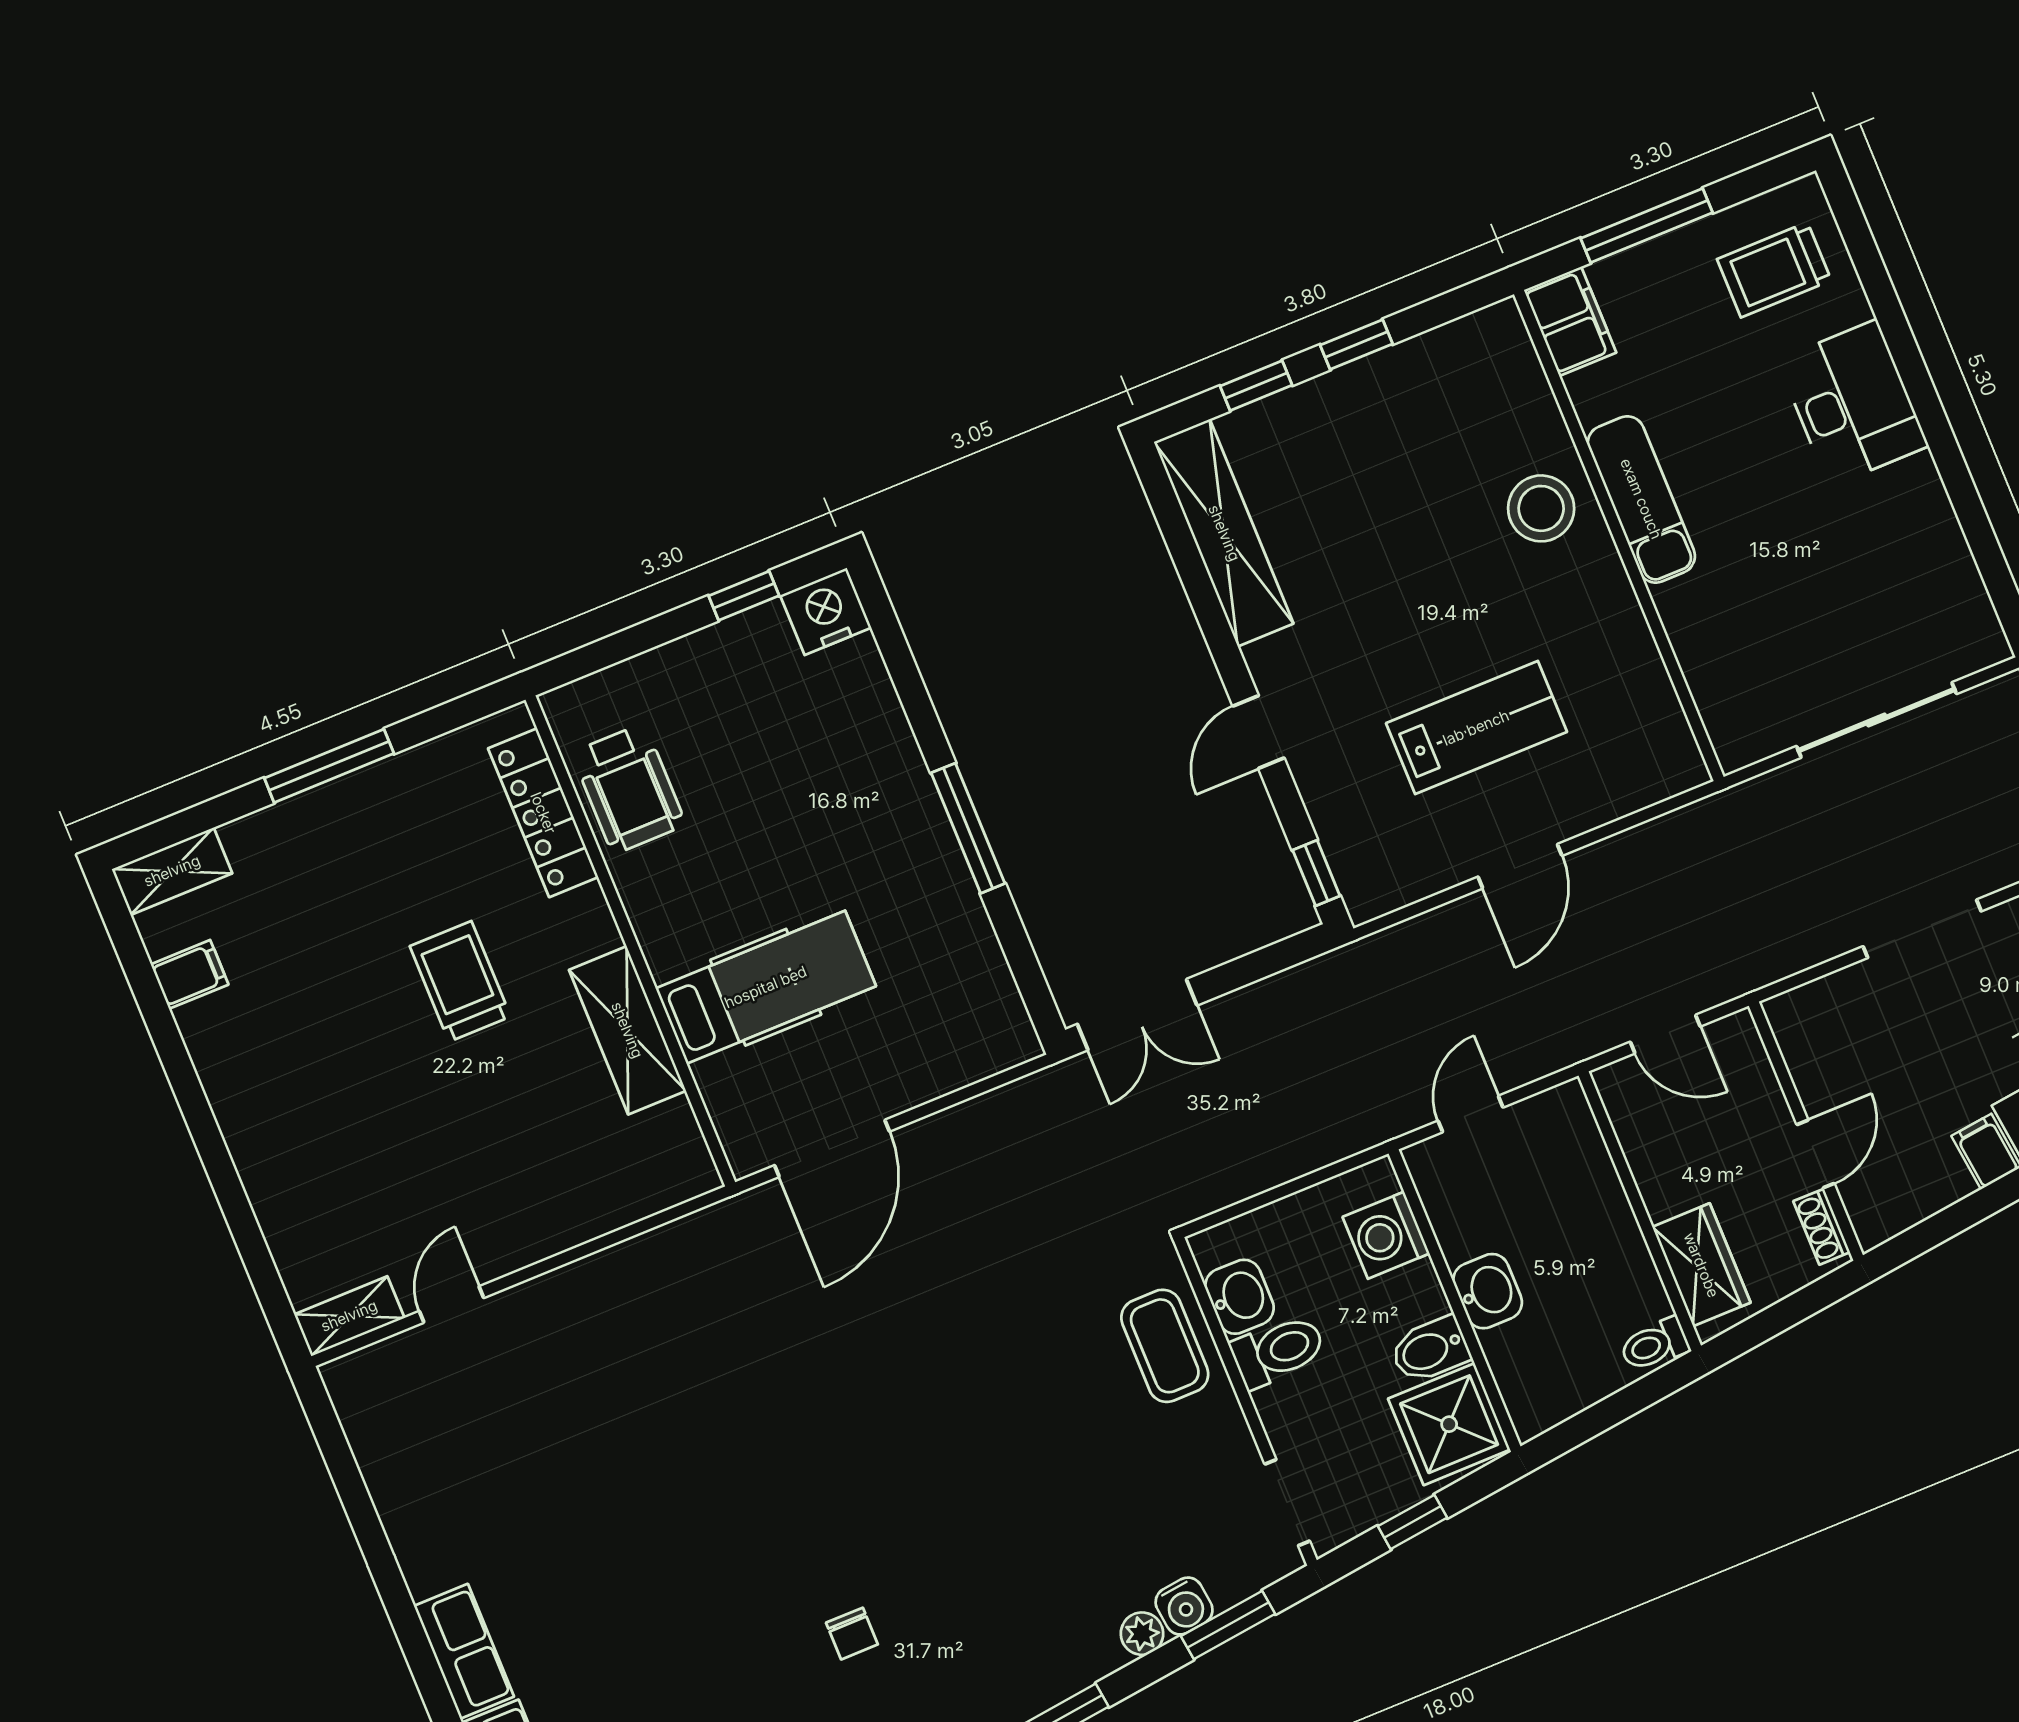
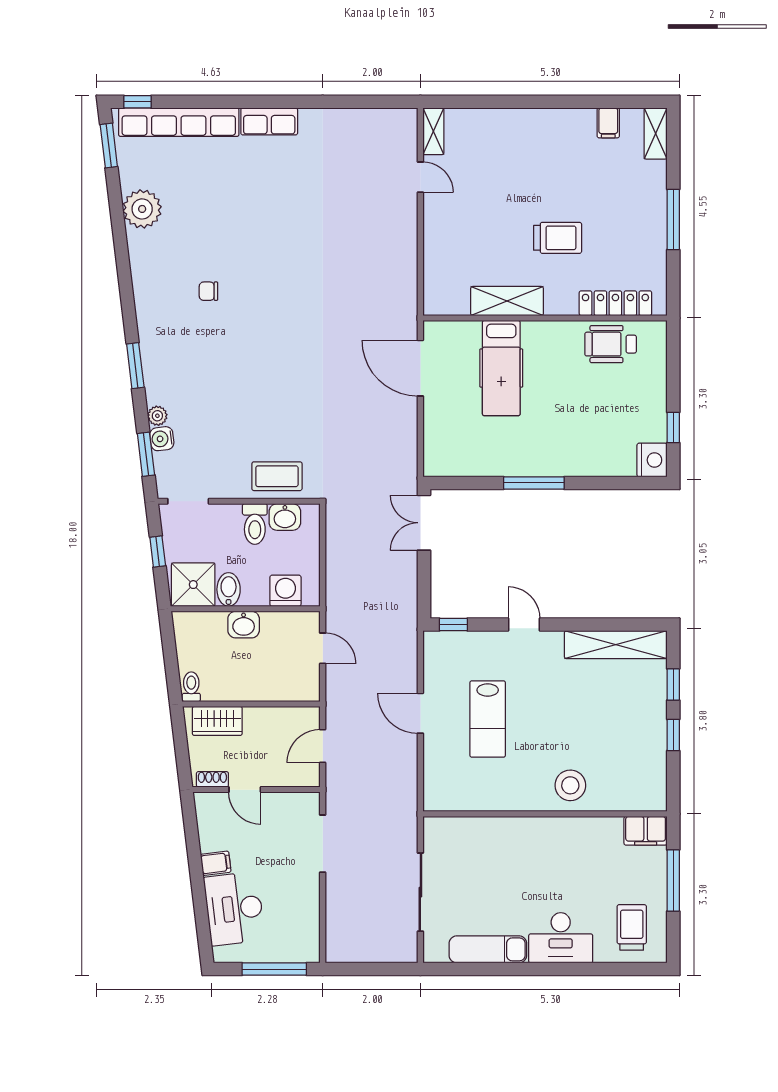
exam couch: (1641, 499) -> (488, 949), moved, turned 180
doorway: (1922, 929) -> (323, 844), moved

